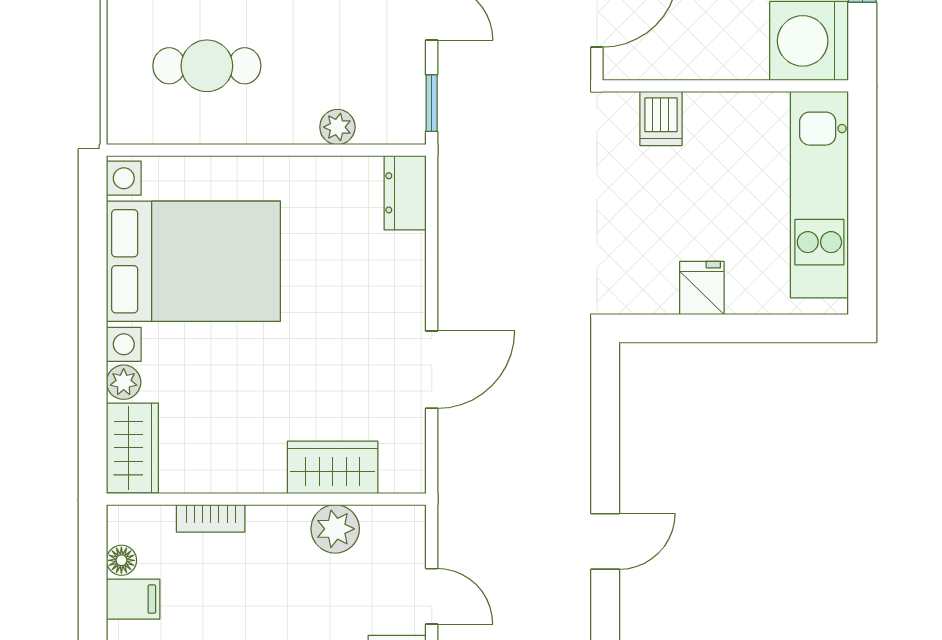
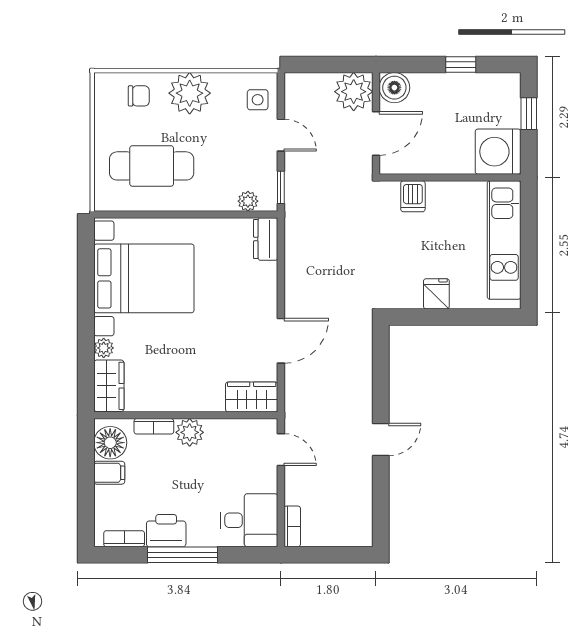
cafe table: (207, 66) -> (152, 166), width x1.37, depth x1.35
plant: (337, 127) -> (248, 201), moved
wardrobe: (333, 467) -> (252, 397), moved
plant: (335, 529) -> (190, 432), moved
floor lamp: (121, 560) -> (110, 443), width x1.89, depth x1.89
door: (432, 596) -> (281, 450), moved

